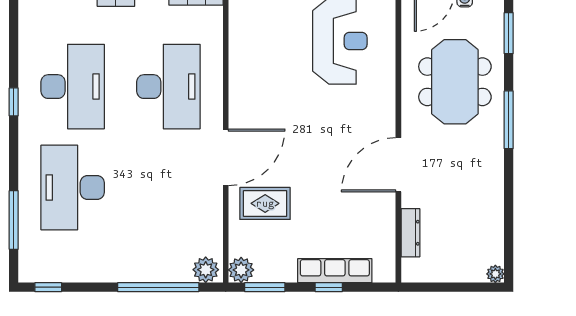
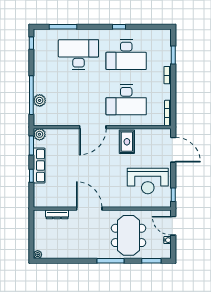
meeting table: (455, 82) -> (128, 235), turned 90
door: (226, 157) -> (93, 127), hinge flipped
rug: (265, 203) -> (127, 142), moved
plant: (206, 270) -> (40, 100), moved
row of seats: (335, 271) -> (39, 166), moved

